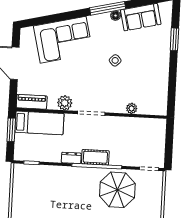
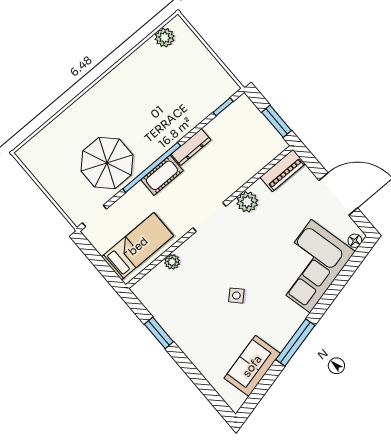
floor lamp: (116, 16) -> (355, 241), moved
window: (174, 39) -> (159, 333), moved
bed: (39, 123) -> (138, 246), moved, turned 180
dresser: (71, 158) -> (191, 147), width x1.44

